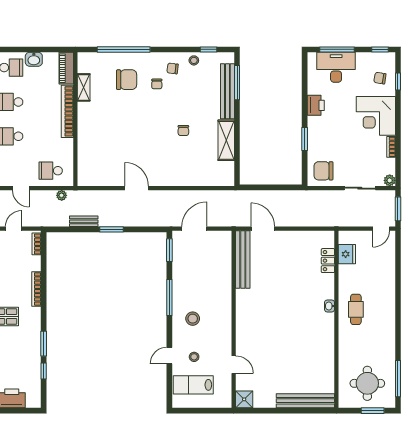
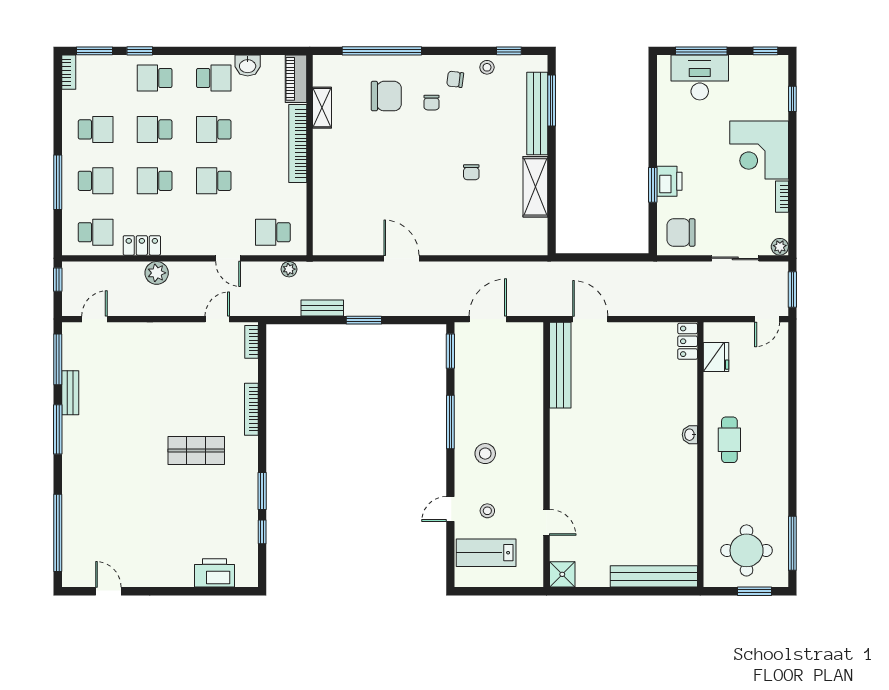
chair: (380, 78) -> (765, 94), removed
printer: (316, 105) -> (669, 181), moved
locker: (328, 261) -> (688, 341), moved

